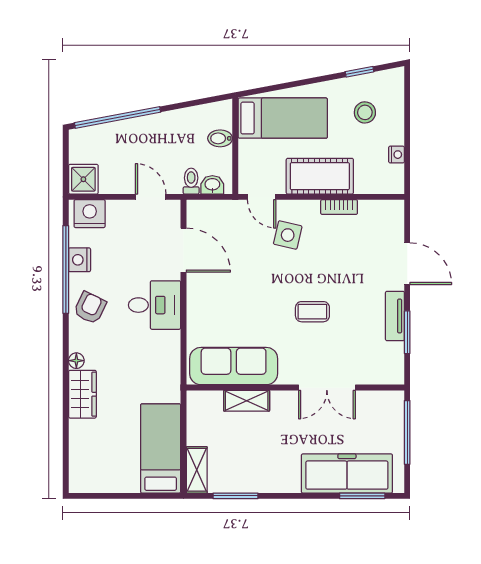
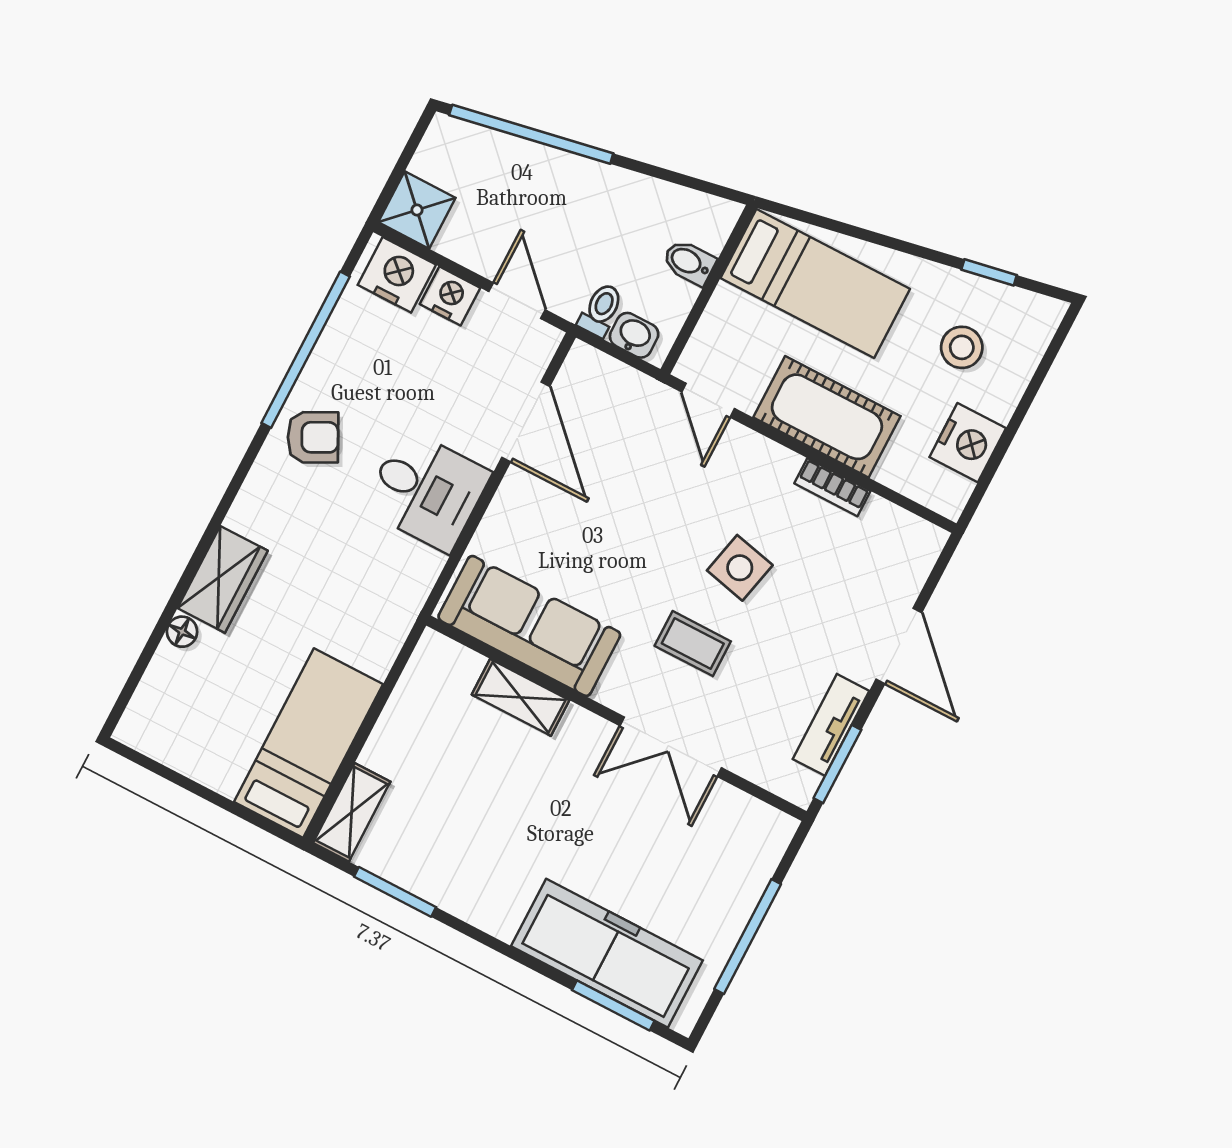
nightstand: (396, 155) -> (968, 443), width x1.89, depth x1.79
side table: (288, 235) -> (740, 568), moved
nightstand: (80, 260) -> (450, 296), moved, turned 90
armchair: (90, 308) -> (313, 437), turned 37
floor lamp: (76, 361) -> (182, 632), moved
sofa: (234, 366) -> (529, 626), moved
wall: (295, 388) -> (616, 718), moved
double door: (327, 388) -> (671, 747), moved
shelving: (247, 401) -> (521, 697), moved

